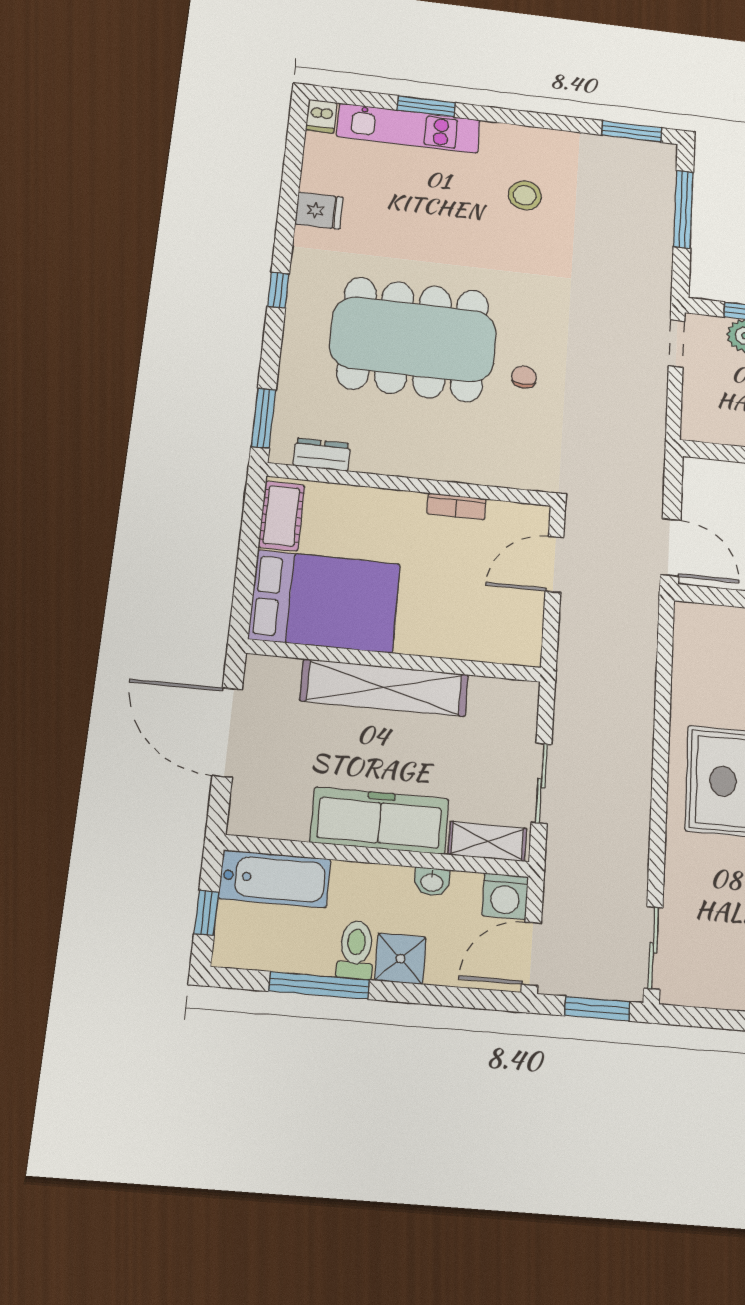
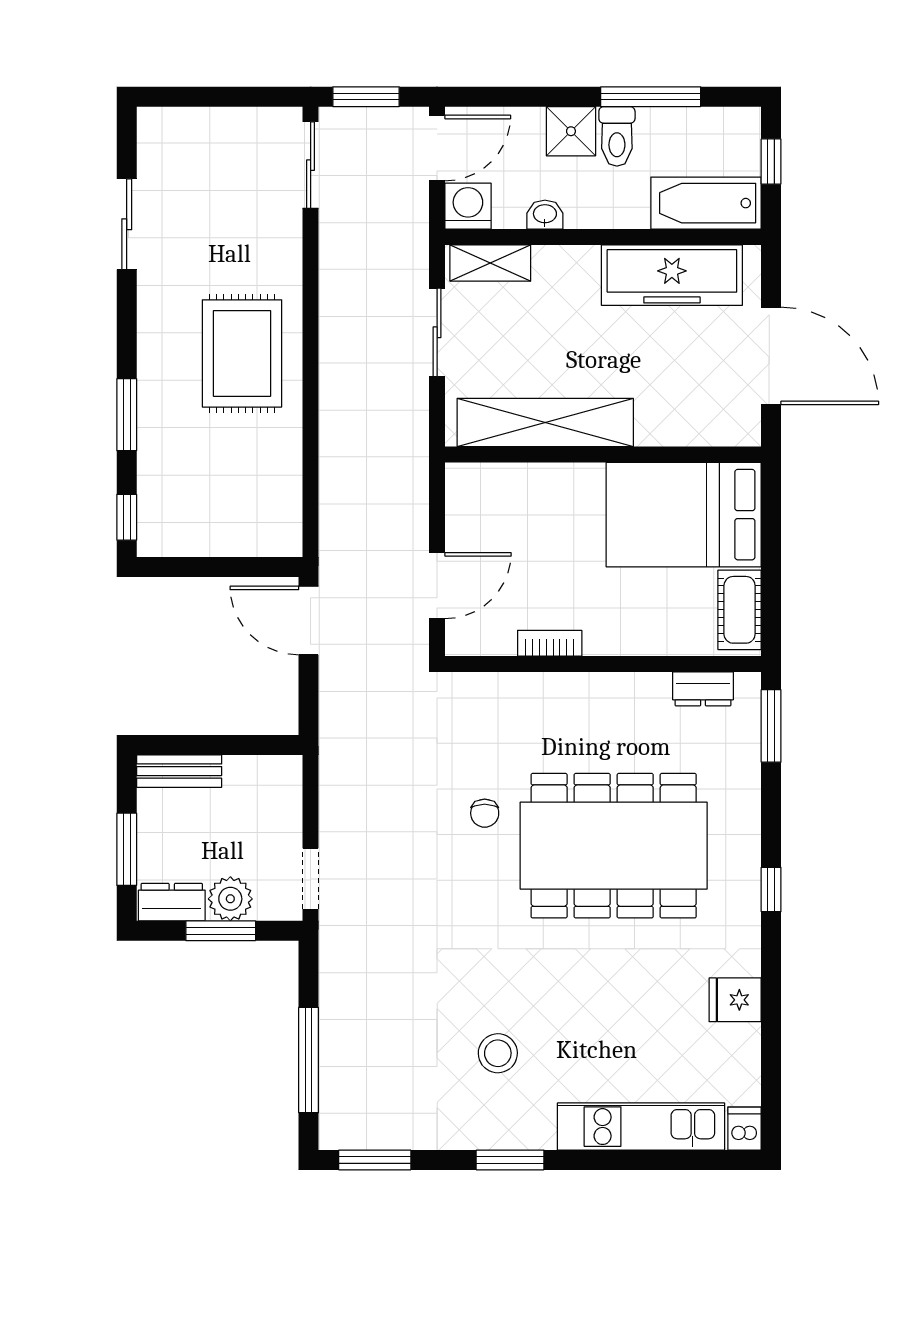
window: (426, 106) -> (510, 1160), moved
shelving: (384, 688) -> (545, 422), moved
freezer: (380, 821) -> (672, 275), moved

